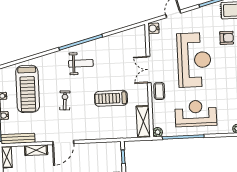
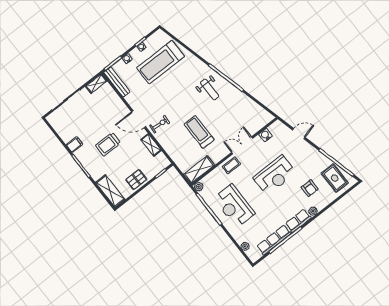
water cooler: (153, 28) -> (265, 135), moved
reception desk: (194, 60) -> (275, 175), width x0.74, depth x0.77
exercise bike: (65, 100) -> (160, 124), moved
reception desk: (196, 113) -> (234, 206), turned 180
shelving: (36, 150) -> (151, 145), moved

